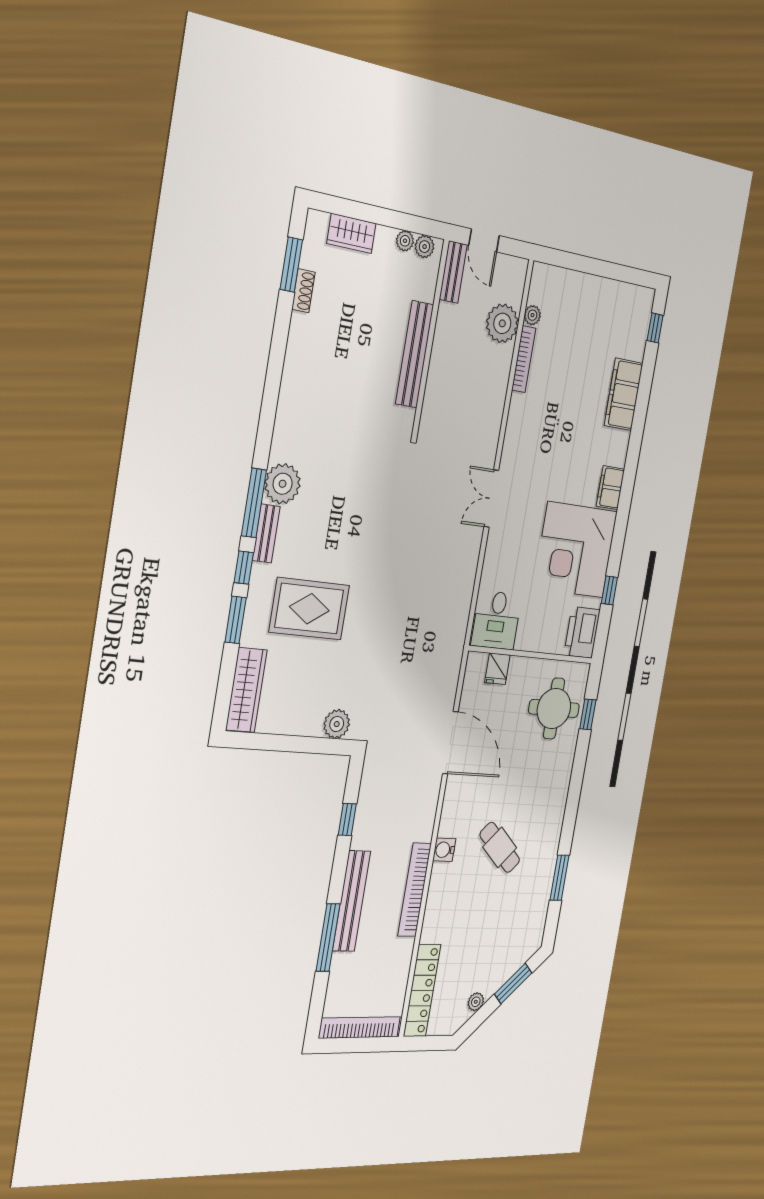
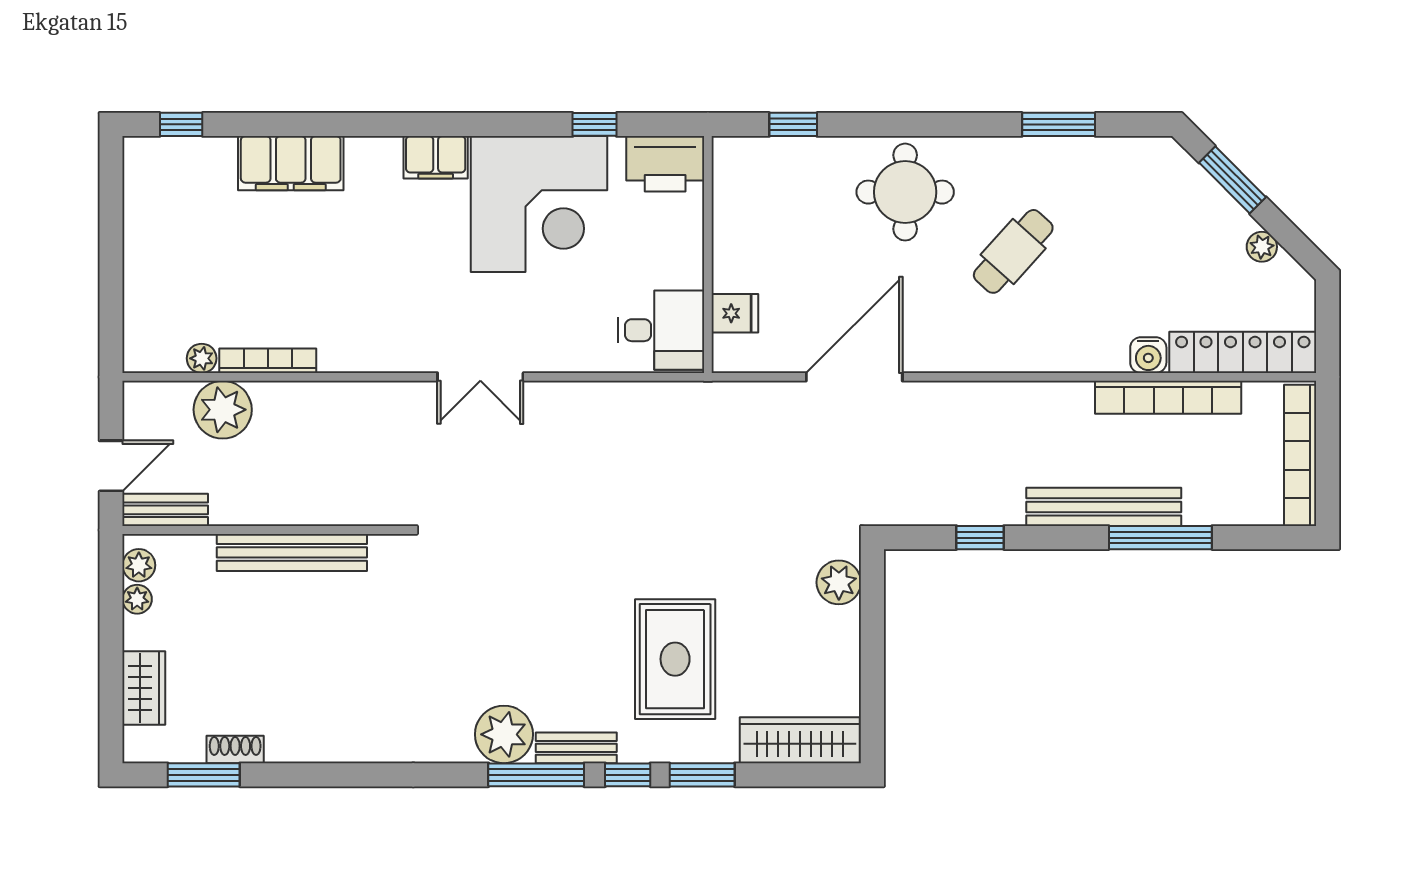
round table: (554, 708) -> (905, 192), moved
water cooler: (444, 850) -> (1148, 355), moved
bookcase: (415, 890) -> (1168, 397), moved

